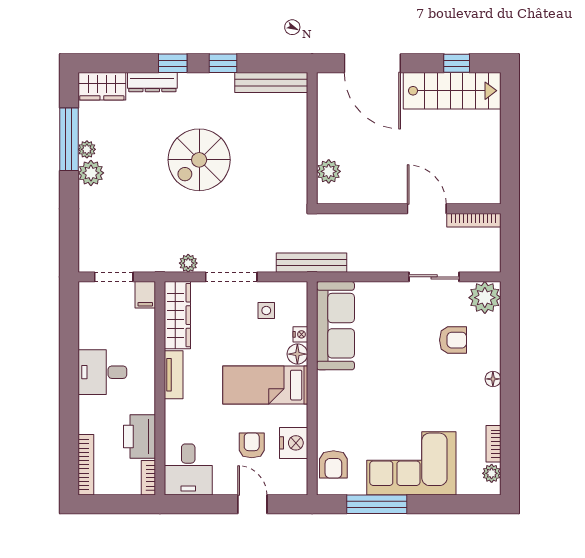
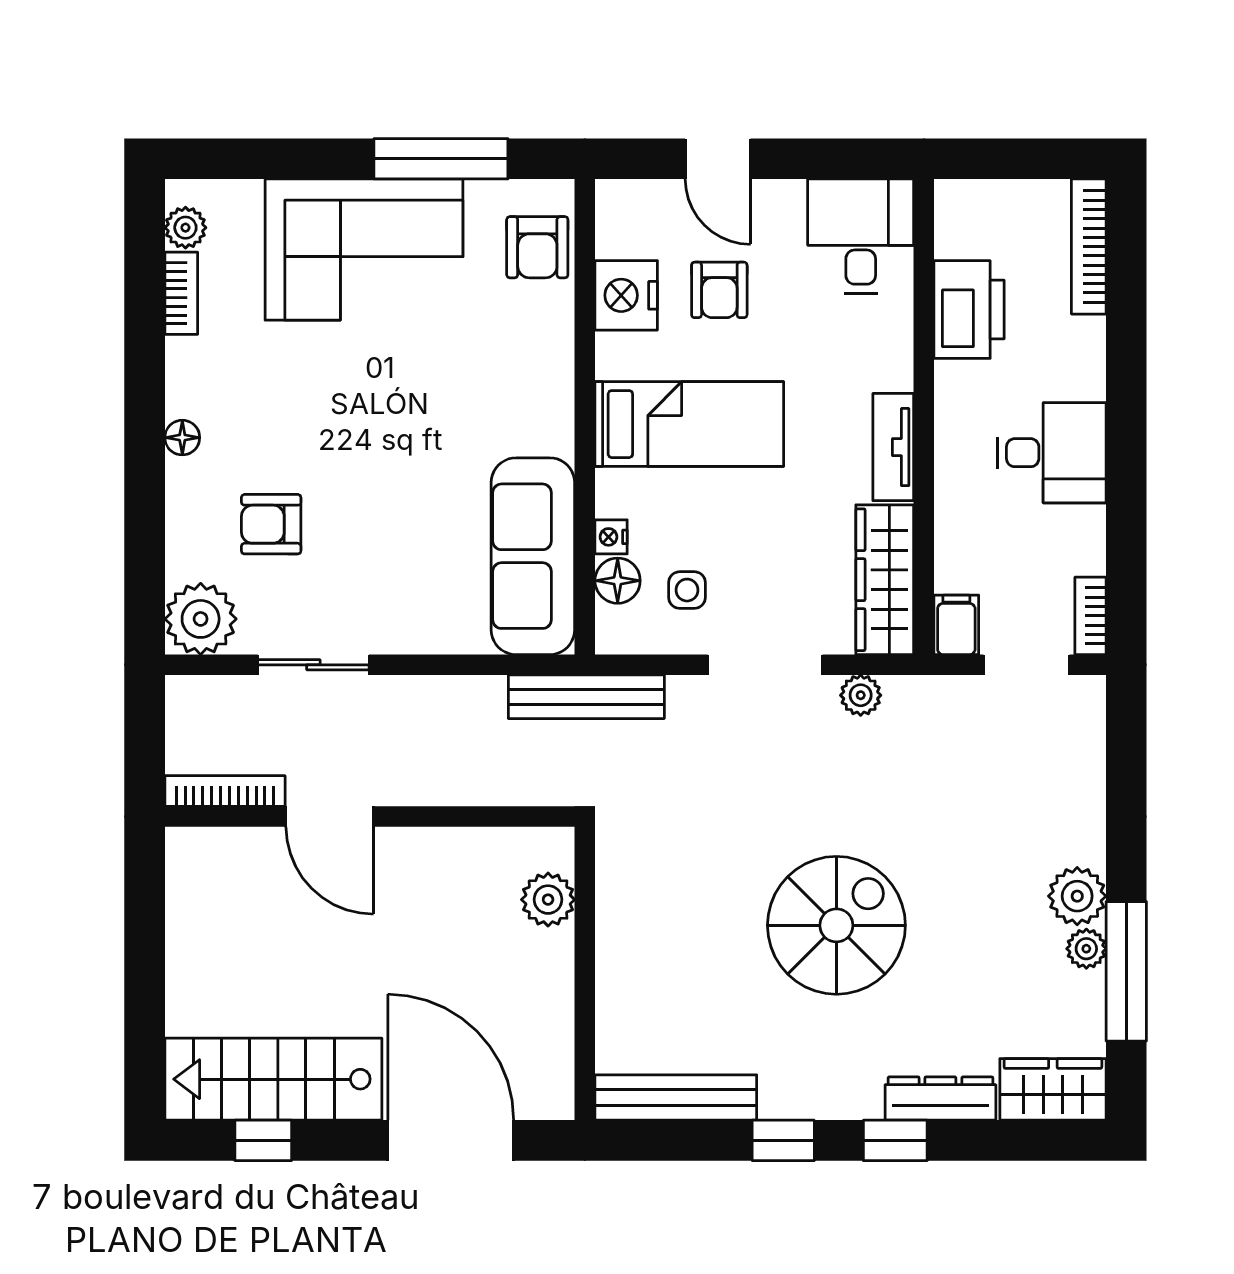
floor lamp: (297, 354) -> (618, 581), moved
armchair: (333, 464) -> (537, 247), turned 180
bookcase: (148, 478) -> (1090, 616), moved, turned 180

